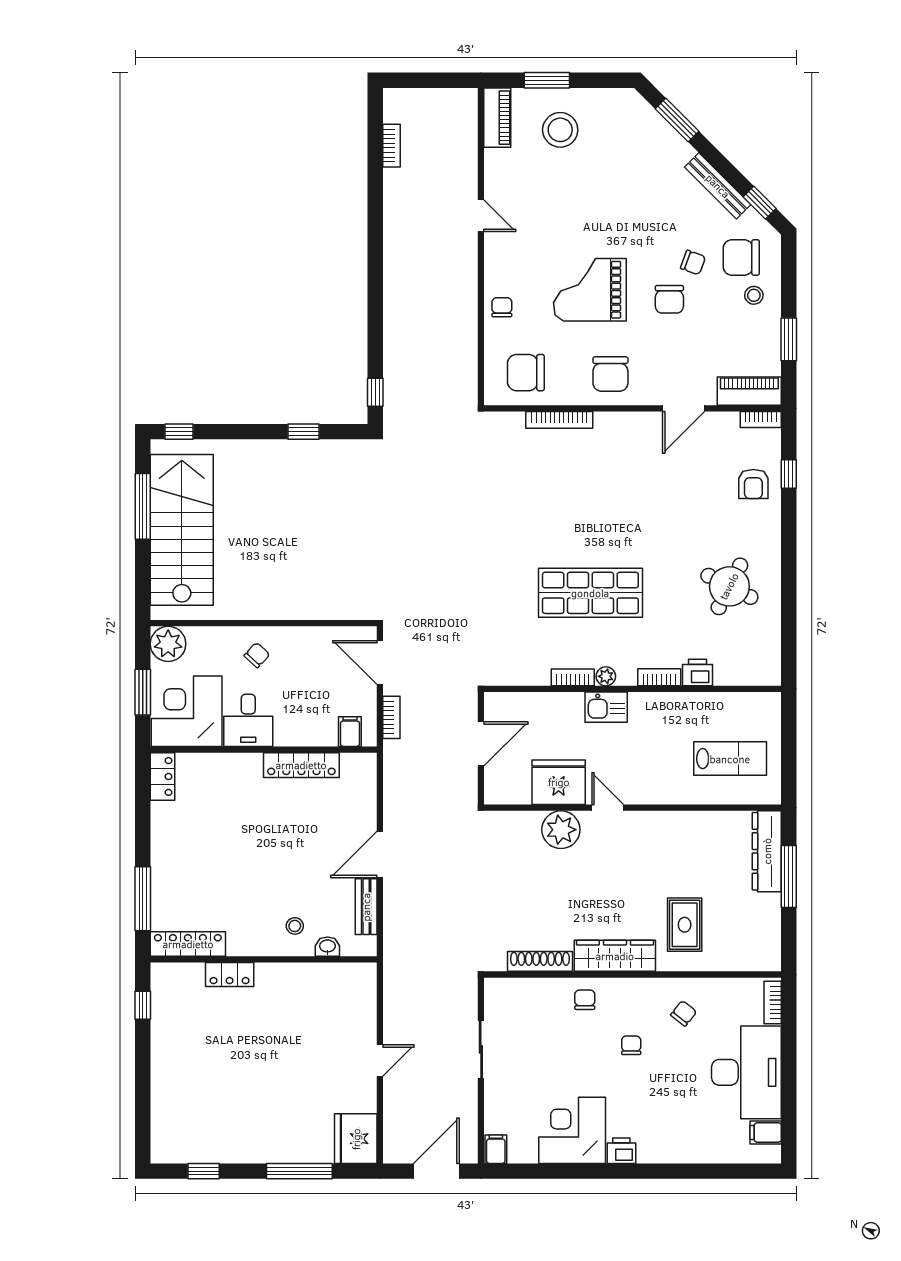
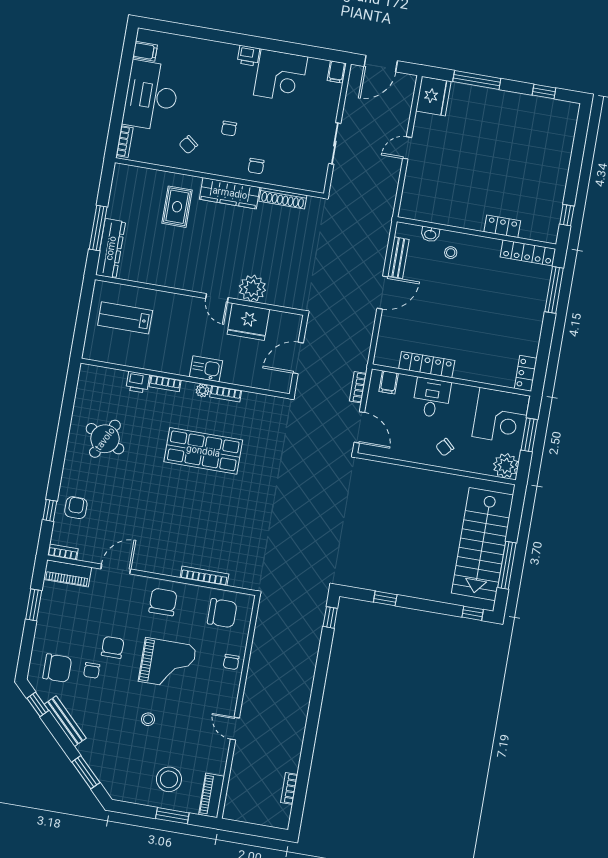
chair: (693, 262) -> (92, 670), turned -110
stool: (754, 295) -> (148, 719), moved
desk: (248, 720) -> (432, 398), moved

